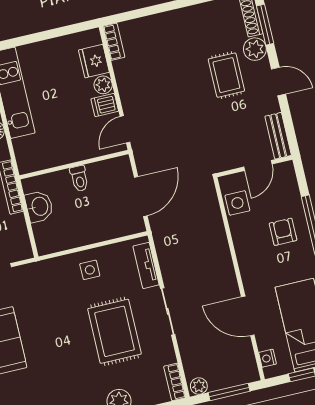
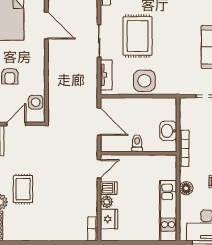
door: (141, 196) -> (99, 122), swing flipped
side table: (90, 270) -> (144, 81), width x1.87, depth x1.87

